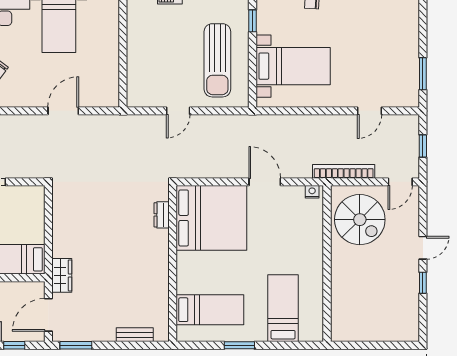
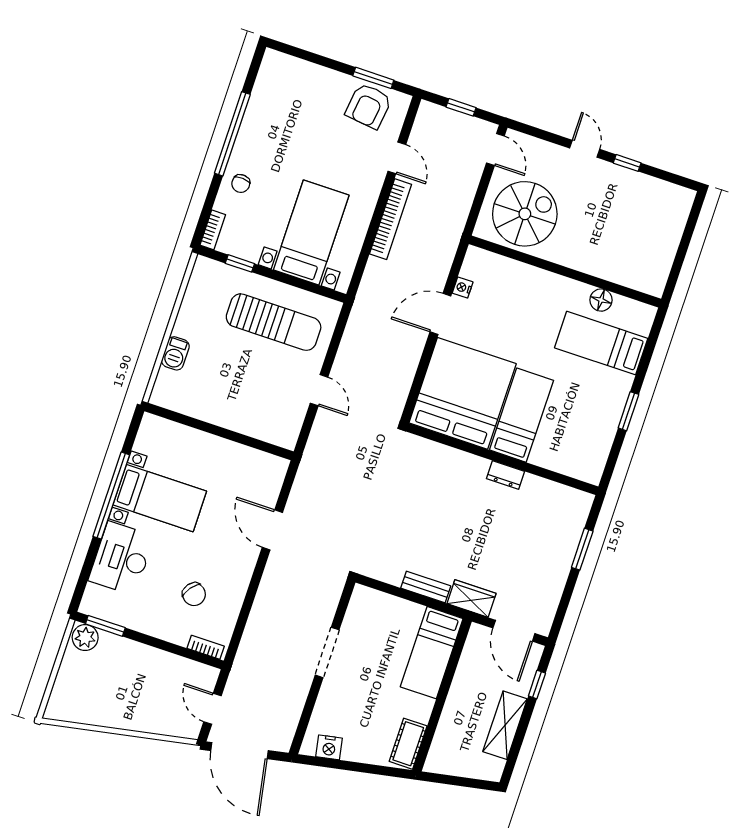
armchair: (401, 77) -> (369, 106), added
bookcase: (344, 171) -> (391, 219), moved, turned 180
nightstand: (312, 192) -> (463, 287), moved
dresser: (162, 215) -> (506, 475), moved
floor lamp: (315, 297) -> (601, 300), added
bed: (210, 310) -> (521, 415), moved
bench: (135, 335) -> (426, 587), moved, turned 90
window: (76, 345) -> (582, 549), moved

